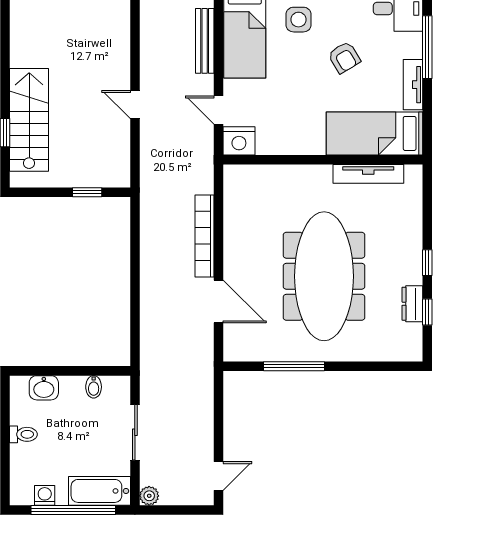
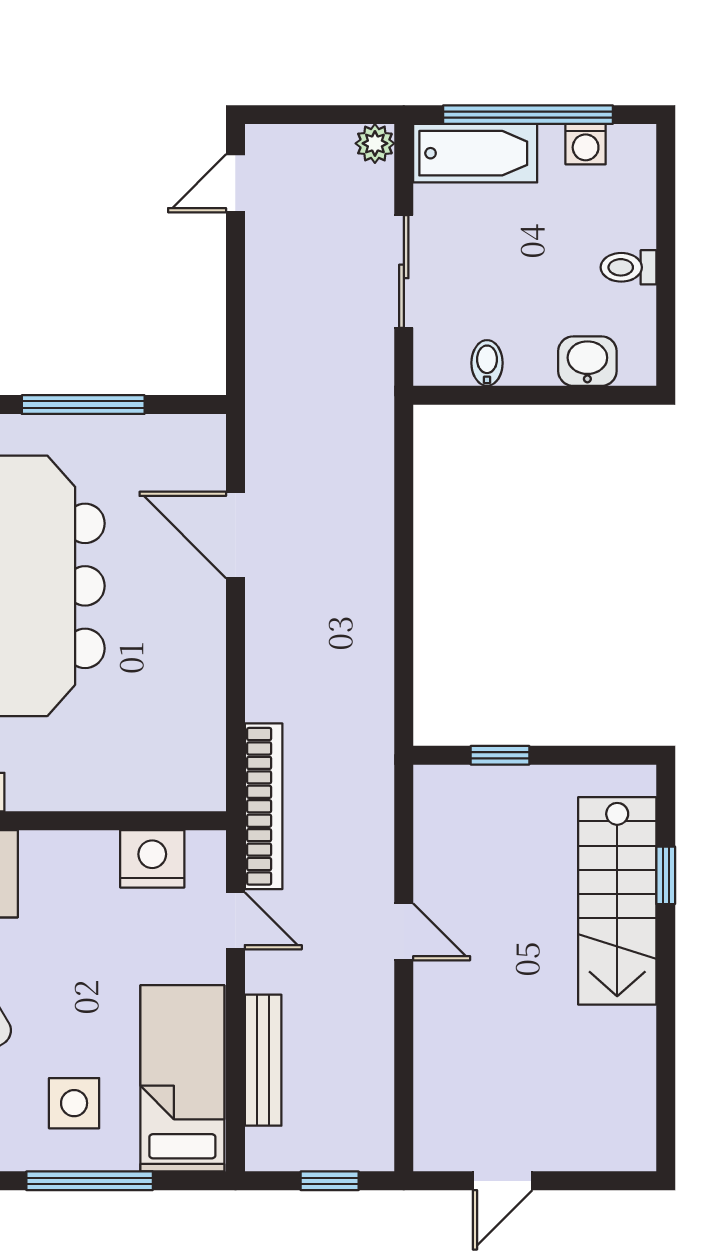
nightstand: (239, 141) -> (152, 859), moved
bookcase: (204, 236) -> (264, 806), moved

